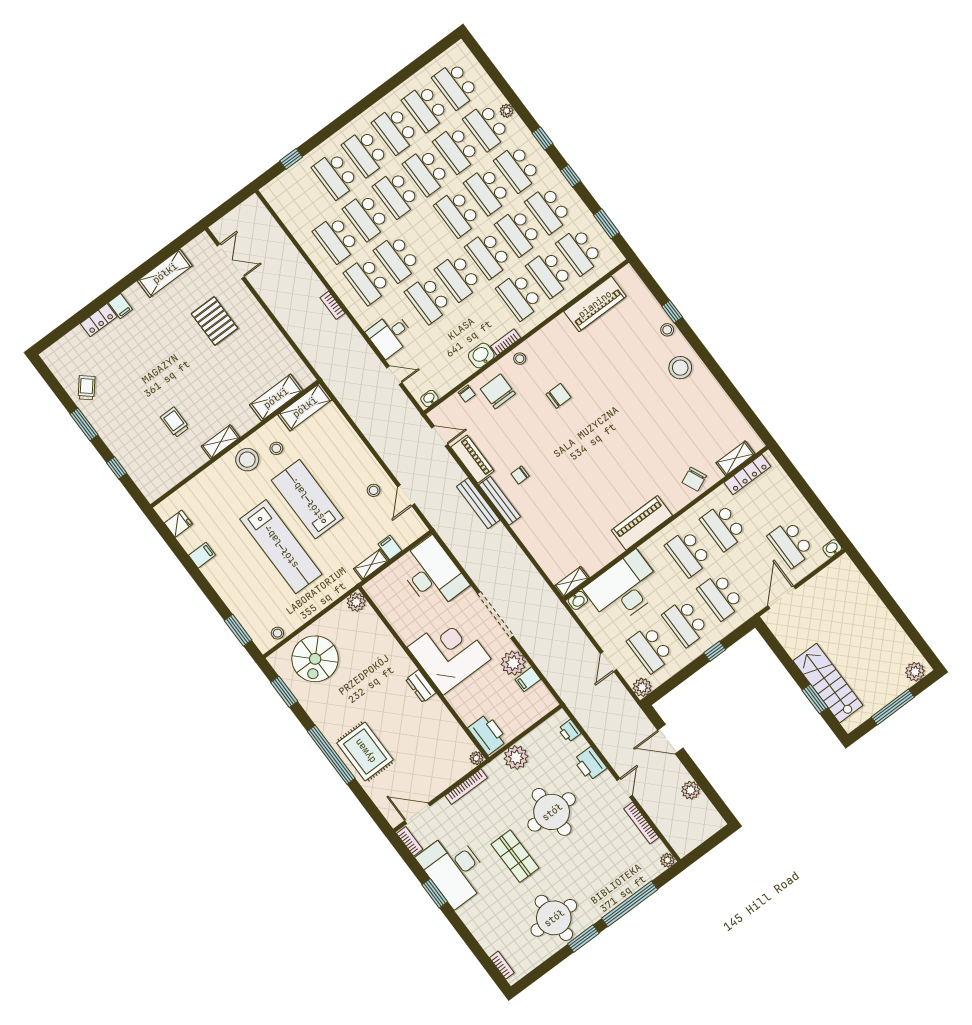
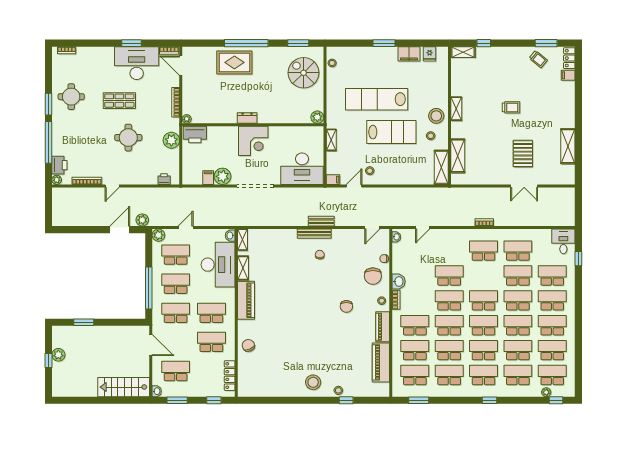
plant: (507, 111) -> (546, 392), moved
window: (570, 176) -> (556, 400), moved
school desk: (397, 258) -> (484, 300), moved
double door: (231, 261) -> (524, 186), moved
filing cabinet: (120, 306) -> (568, 75), moved
locker: (99, 320) -> (569, 58), moved
pallet: (214, 321) -> (523, 154), turned 90
desk: (390, 335) -> (563, 241), moved
chair: (498, 391) -> (373, 276), turned 90
trolley: (175, 422) -> (511, 107), moved
window: (84, 424) -> (546, 43), moved
shelving: (735, 458) -> (243, 268), moved
piano: (472, 459) -> (383, 327), moved, turned 90
window: (791, 471) -> (214, 400), added
shelving: (146, 485) -> (463, 52), added
door: (406, 495) -> (354, 186), hinge flipped
bench: (478, 503) -> (321, 221), width x0.73
window: (825, 516) -> (177, 400), added
filing cabinet: (390, 547) -> (333, 180), moved
filing cabinet: (202, 555) -> (409, 54), width x2.00
window: (238, 630) -> (384, 43), moved
window: (715, 651) -> (149, 288), width x3.17
corner desk: (449, 653) -> (253, 141), width x0.74, depth x0.74
door: (608, 662) -> (186, 227), hinge flipped
plant: (915, 672) -> (58, 355), moved
stairs: (828, 683) -> (124, 387), moved, turned 180
window: (893, 707) -> (48, 360), width x0.46
printer: (590, 764) -> (59, 165), moved, turned 90
door: (625, 788) -> (112, 186), hinge flipped
plant: (691, 790) -> (142, 220), moved
round table: (552, 812) -> (128, 138), width x0.73, depth x0.73
door: (417, 813) -> (181, 66), swing flipped
round table: (554, 918) -> (71, 97), width x0.73, depth x0.73

